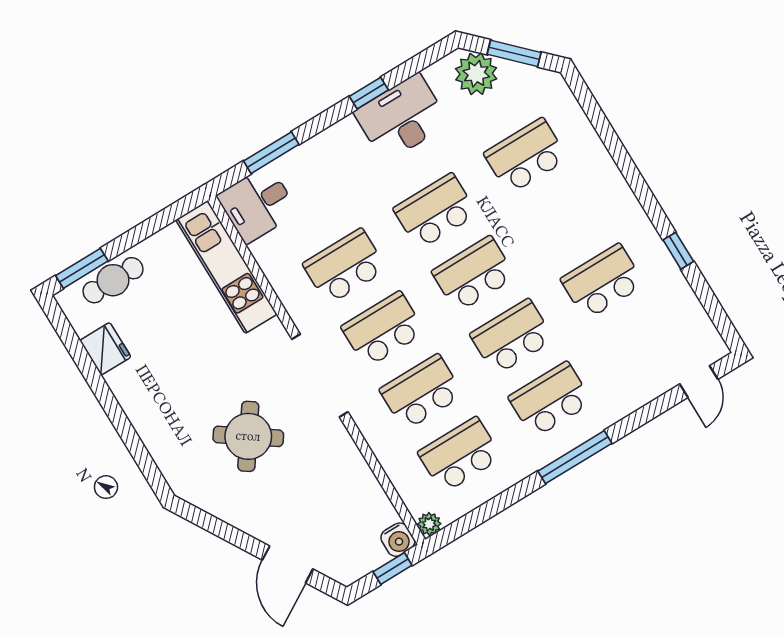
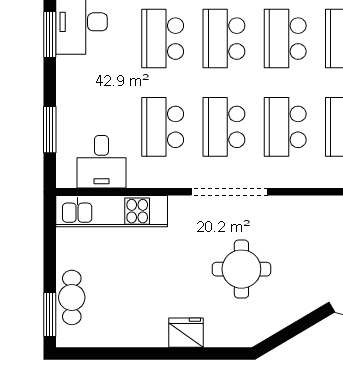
window: (369, 93) -> (50, 34), width x1.50
desk: (257, 204) -> (102, 162), moved
fridge: (105, 349) -> (186, 333), moved
round table: (248, 436) -> (241, 269), turned -35

